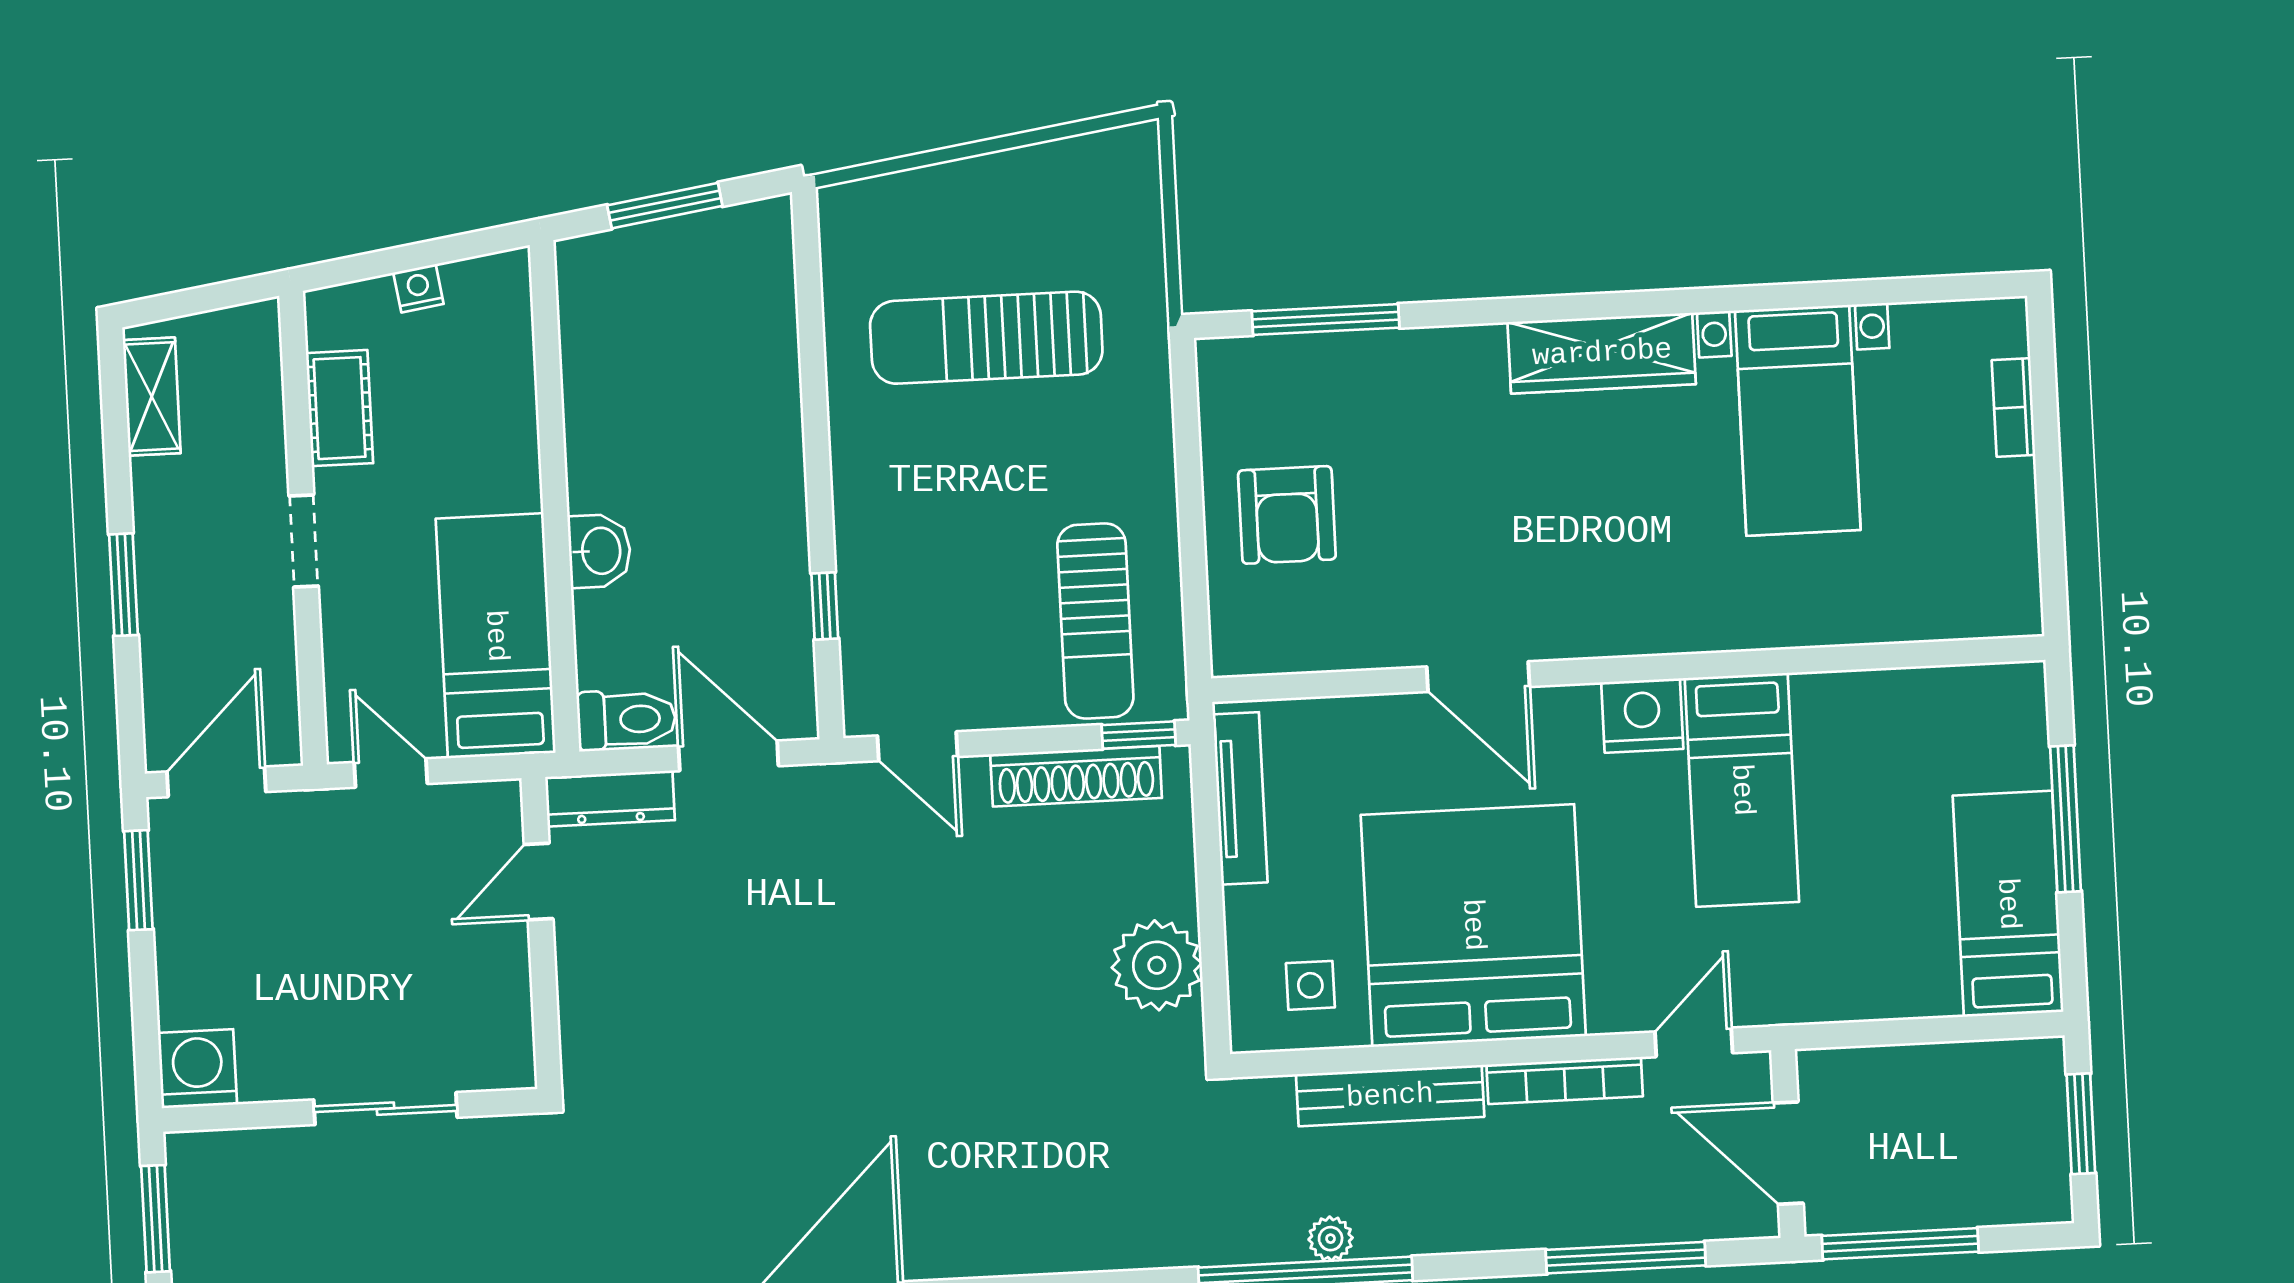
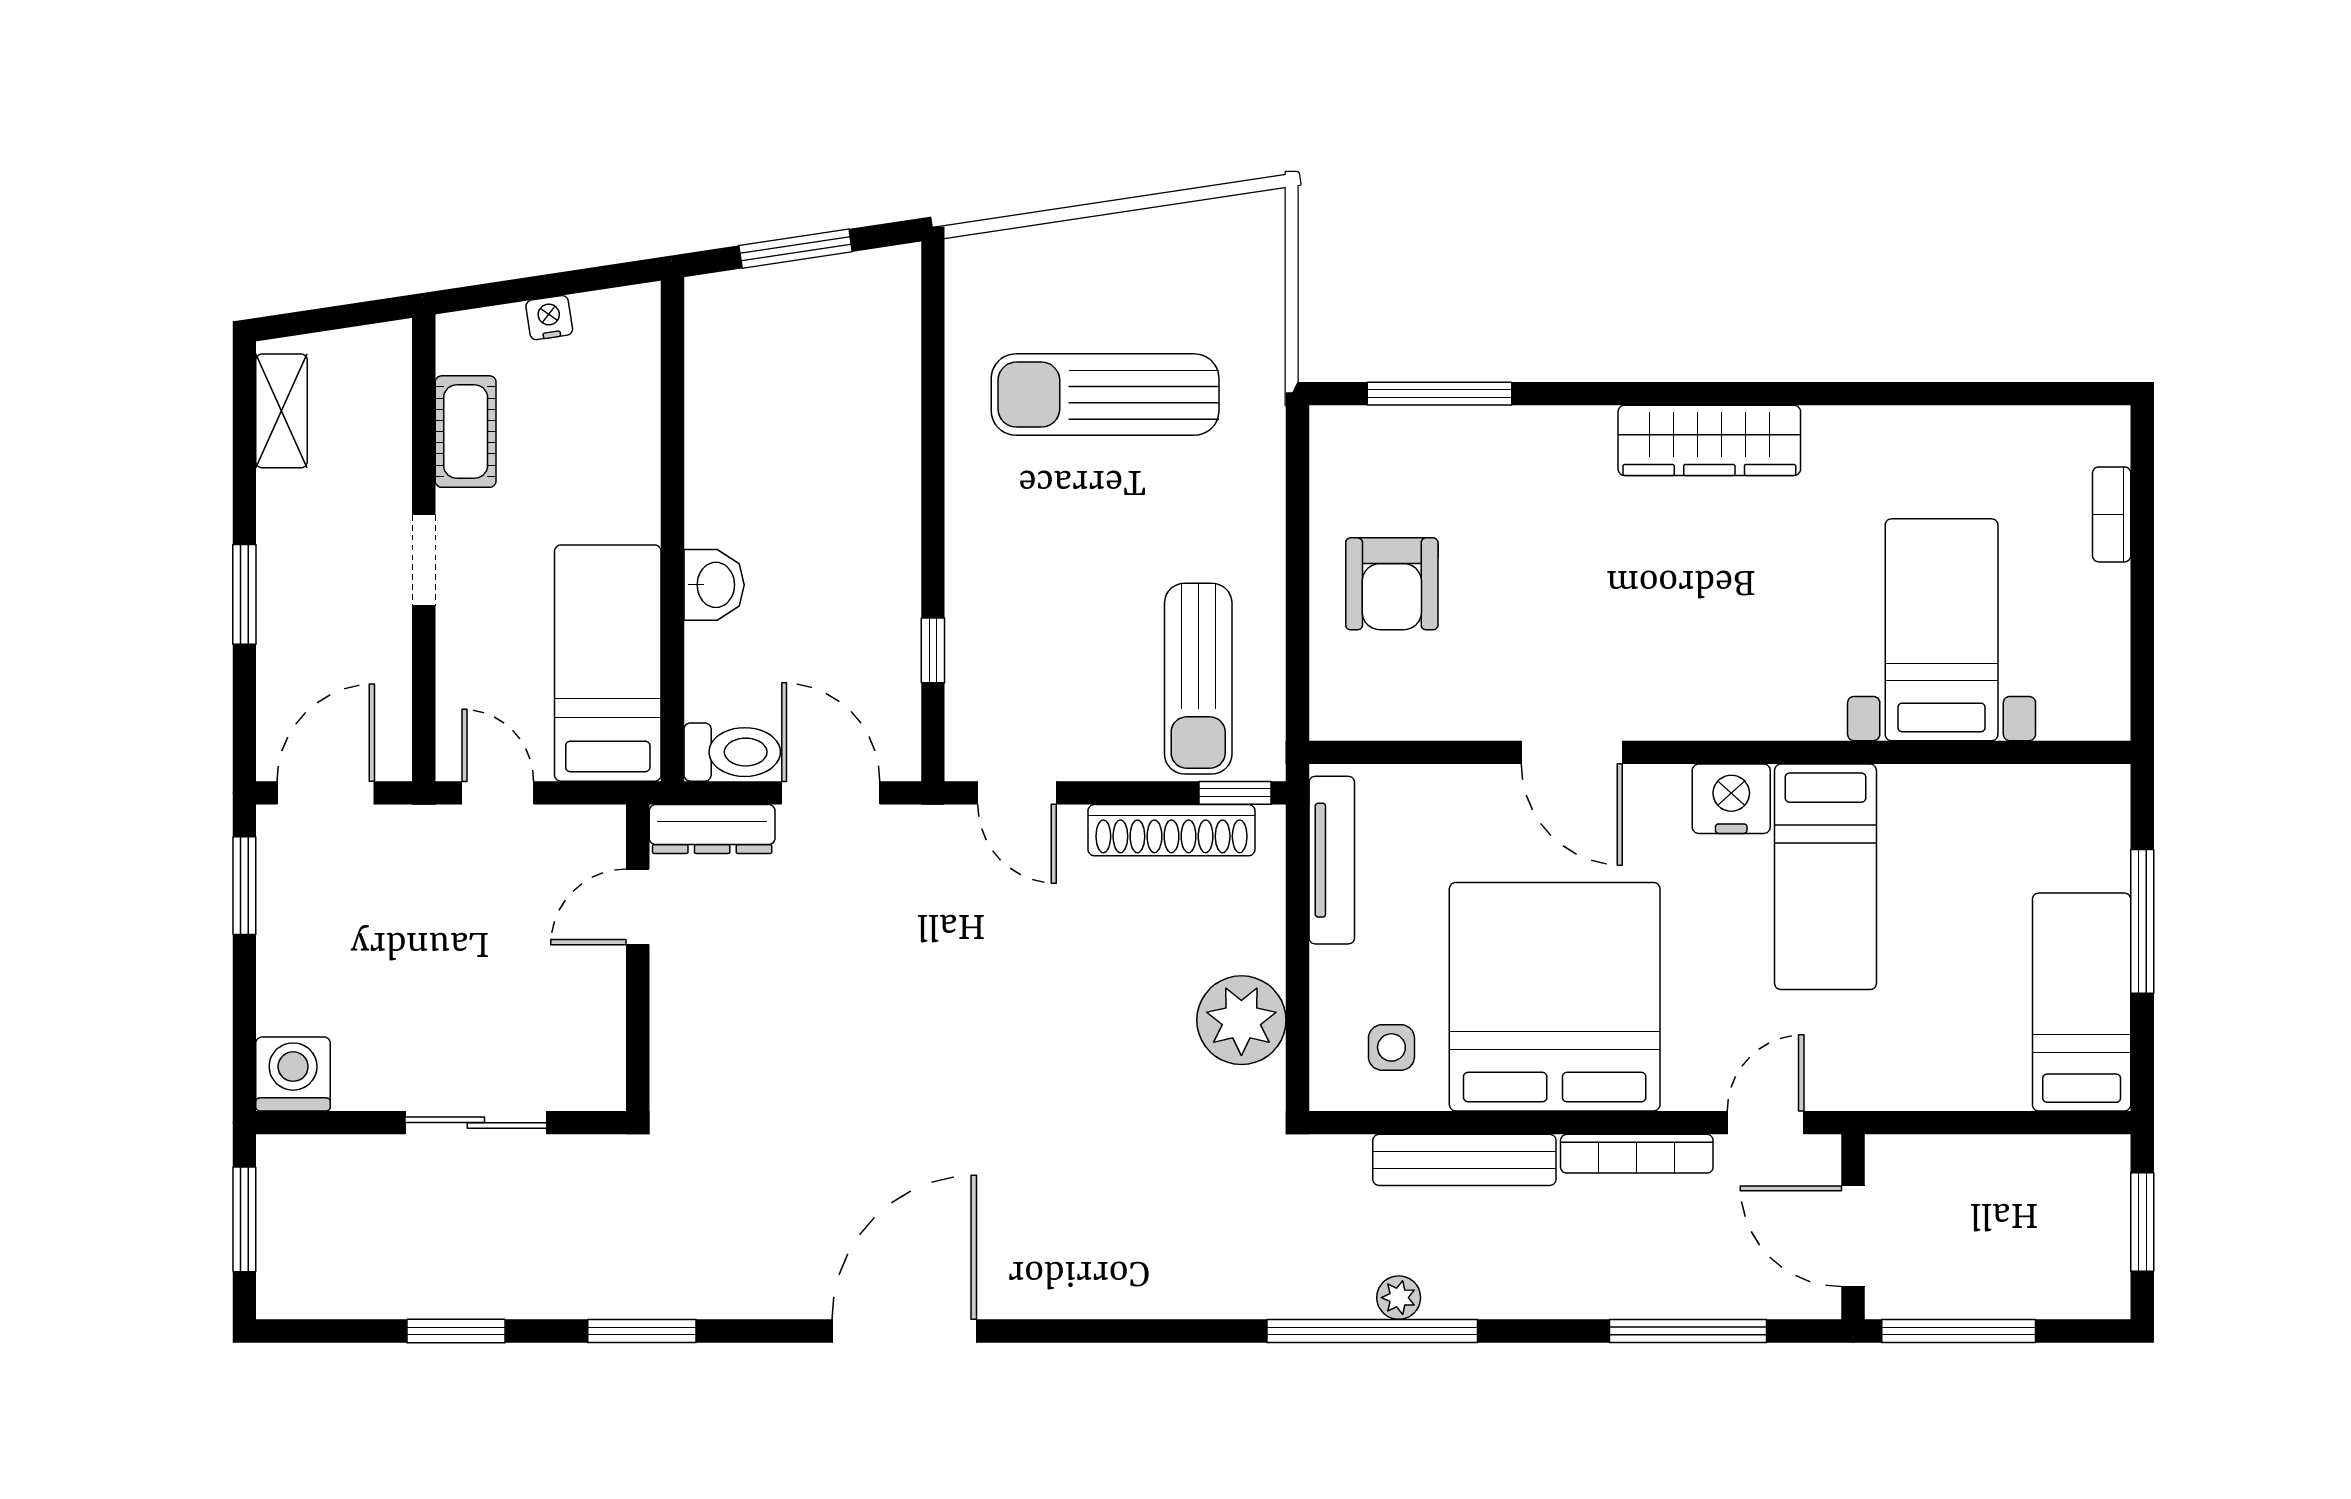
bed with nightstands: (1798, 420) -> (1942, 630), moved, turned 180

